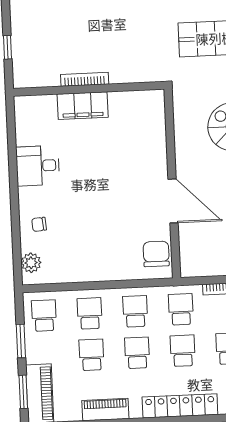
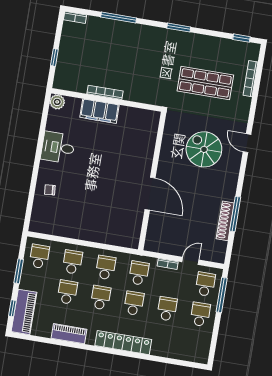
chair: (156, 254) -> (130, 229), removed
plant: (31, 263) -> (57, 102), moved
window: (23, 392) -> (12, 308), width x0.67

